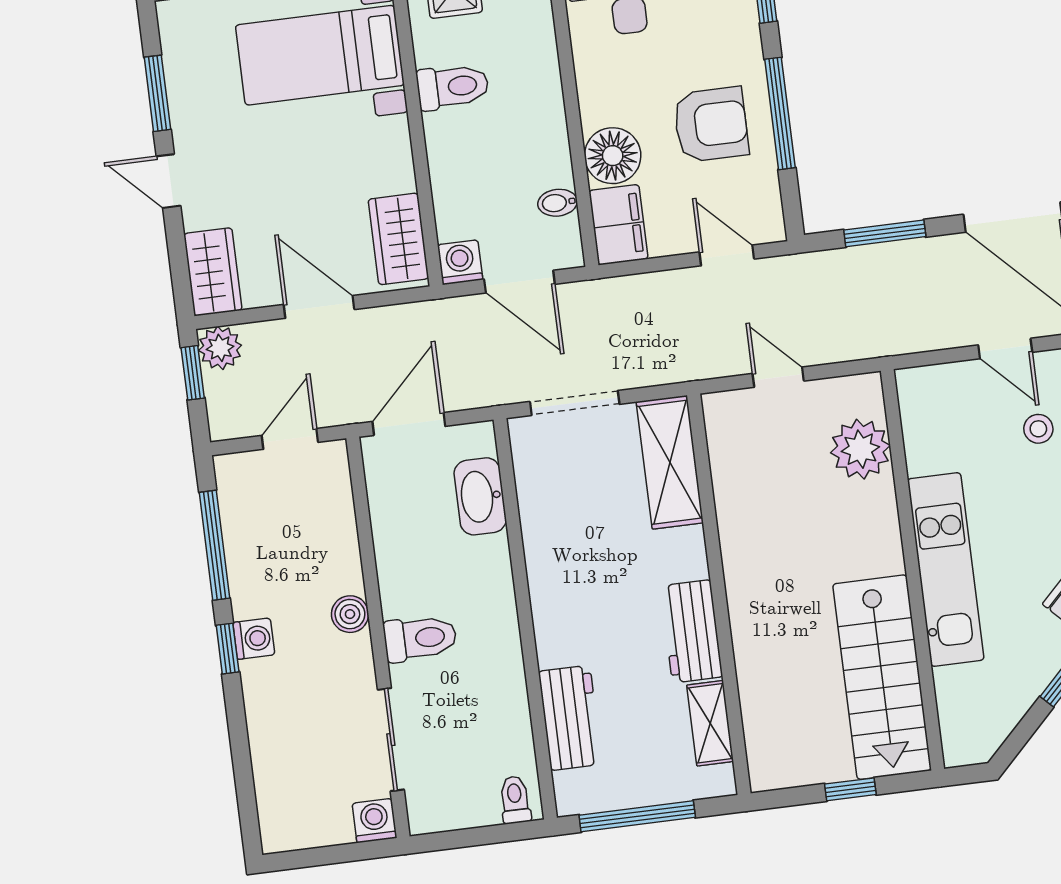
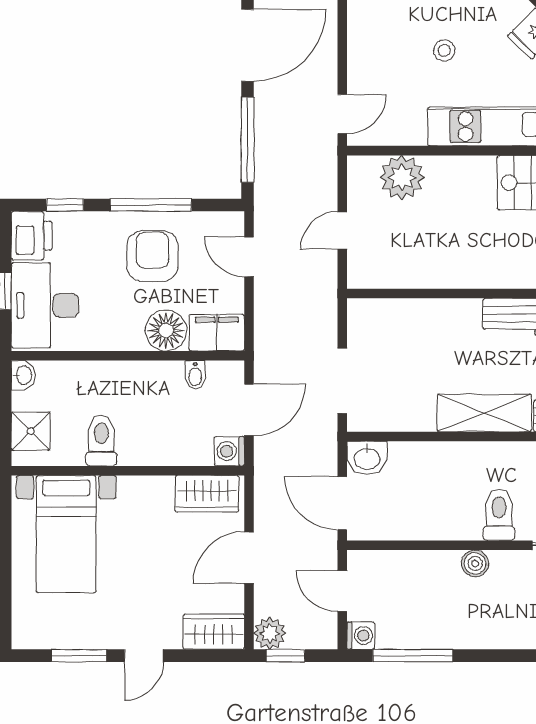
window: (885, 233) -> (248, 140), width x1.44
door: (727, 255) -> (249, 257), hinge flipped
door: (1005, 349) -> (342, 114), moved
stool: (1038, 429) -> (444, 51), moved
shelving: (670, 462) -> (484, 413), moved
washbasin: (480, 496) -> (367, 458), moved, width x0.72
washing machine: (254, 639) -> (361, 636), moved, turned 90
window: (228, 649) -> (489, 656), removed

